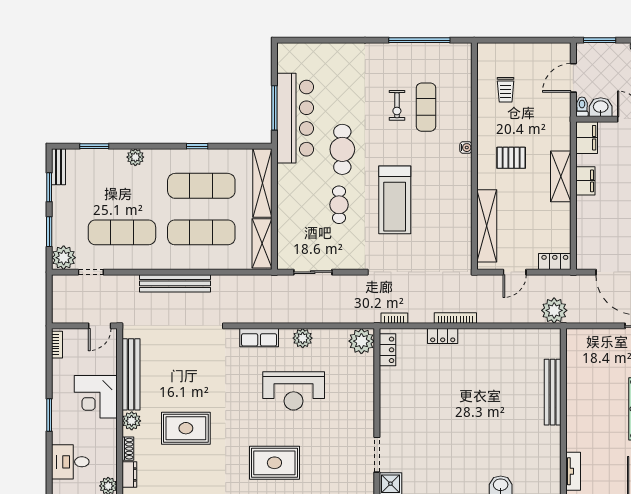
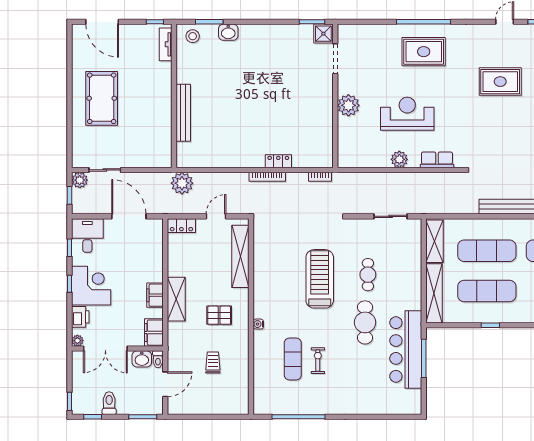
trolley: (506, 90) -> (213, 363), moved
plant: (361, 341) -> (348, 105), moved
locker: (387, 350) -> (326, 149), removed
stool: (542, 481) -> (193, 36), added

